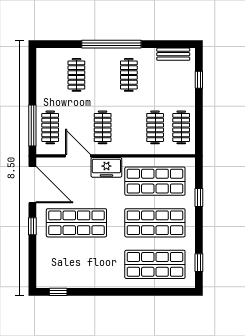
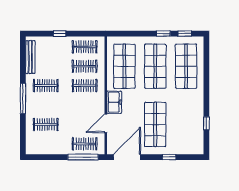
window: (111, 44) -> (23, 99), width x0.68
bench: (173, 54) -> (30, 57), width x1.36
window: (199, 80) -> (60, 34), moved
clothes rail: (103, 127) -> (85, 86), moved
window: (199, 198) -> (163, 34), moved
window: (32, 226) -> (169, 157), moved
window: (58, 292) -> (206, 123), moved

